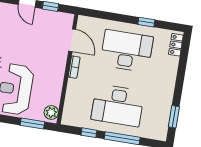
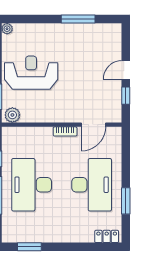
window: (146, 22) -> (126, 201), width x1.50

